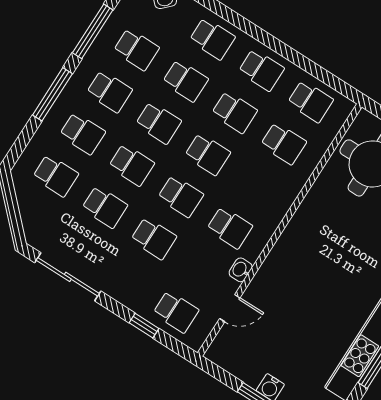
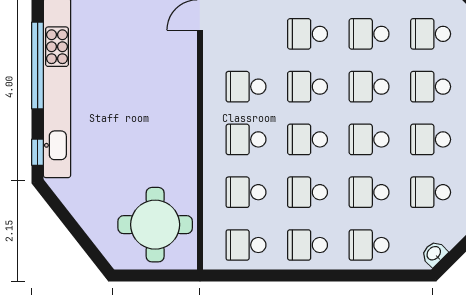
school desk: (257, 186) -> (246, 139), added
washbasin: (241, 270) -> (212, 55), removed

